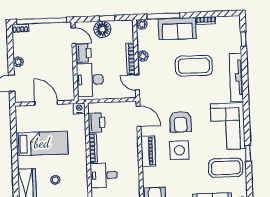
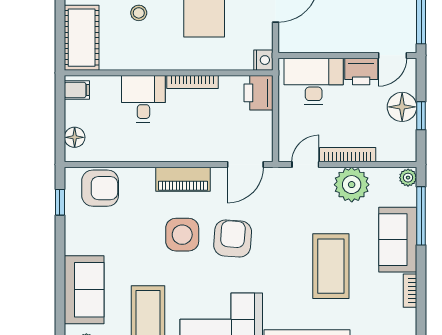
plant: (143, 56) -> (352, 185), width x1.88, depth x1.88
armchair: (180, 122) -> (233, 238), turned 94
printer: (96, 123) -> (258, 93), moved, turned 90

